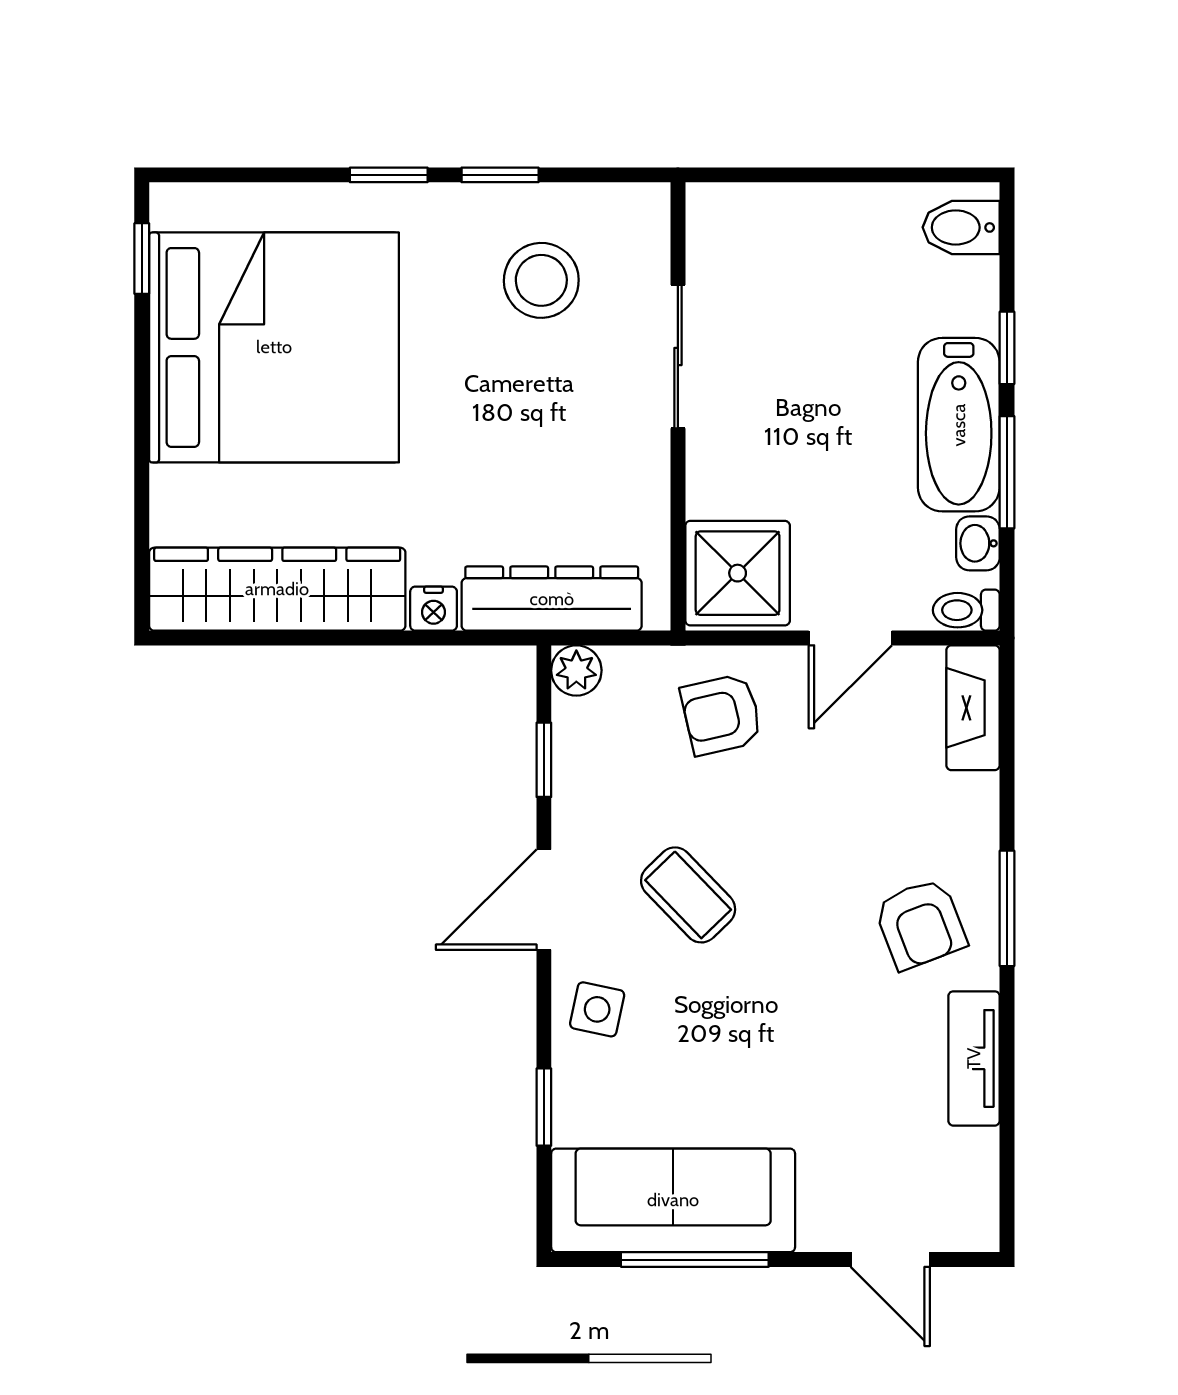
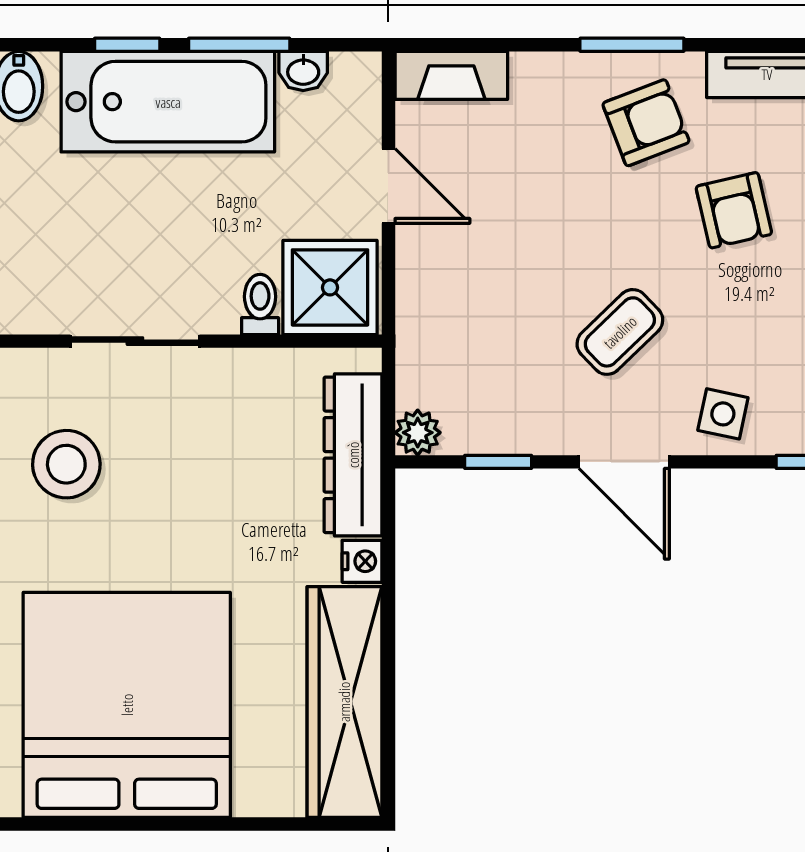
window: (142, 259) -> (47, 824), removed
bathtub: (959, 425) -> (168, 102), width x1.36, depth x1.36
toilet: (966, 610) -> (260, 304), moved, turned 180
armchair: (721, 715) -> (734, 210), moved

